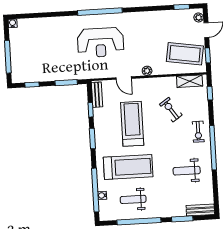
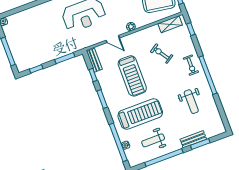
treadmill: (132, 124) -> (132, 76), turned 180
weight bench: (187, 171) -> (191, 102), turned -90
bench: (200, 210) -> (193, 139), moved

